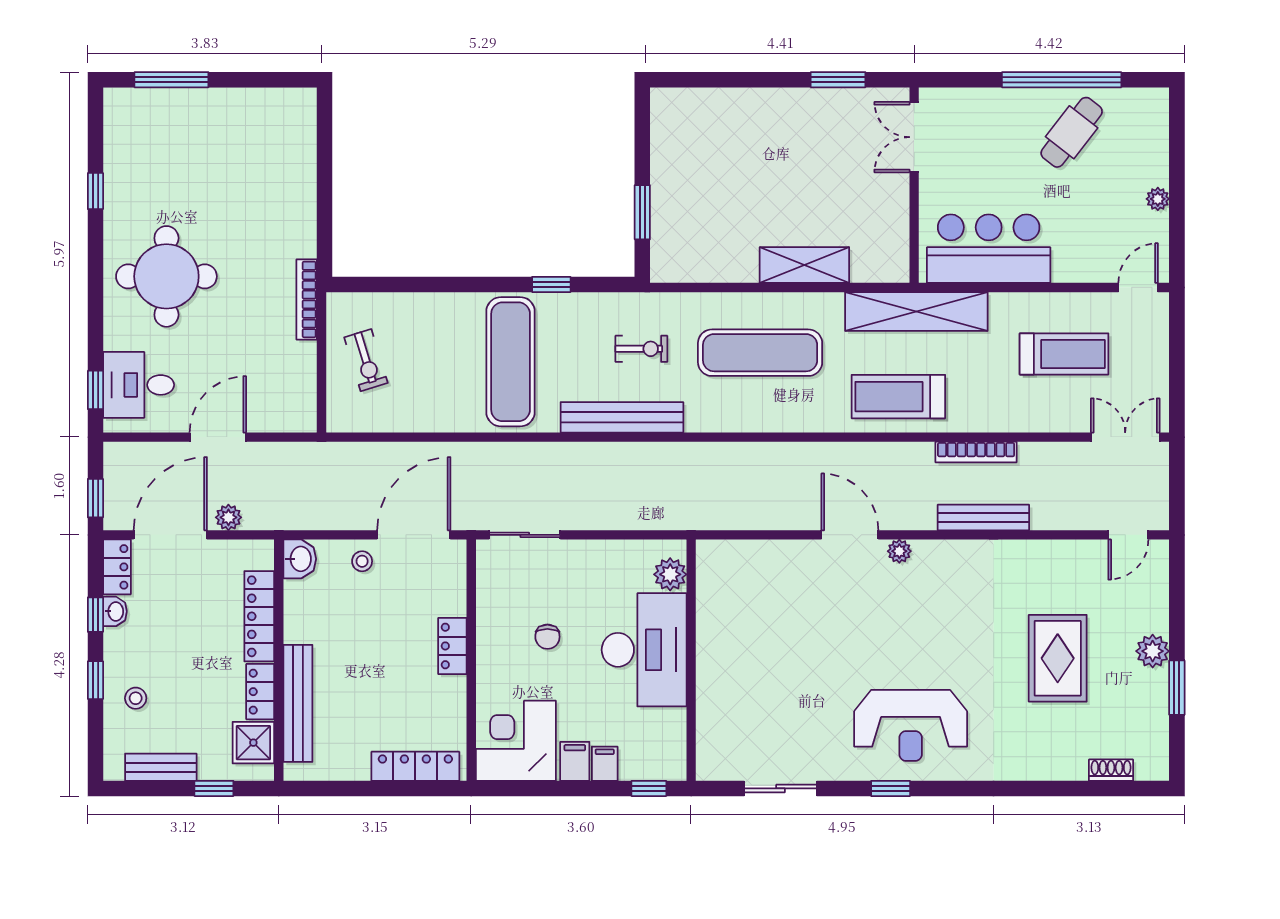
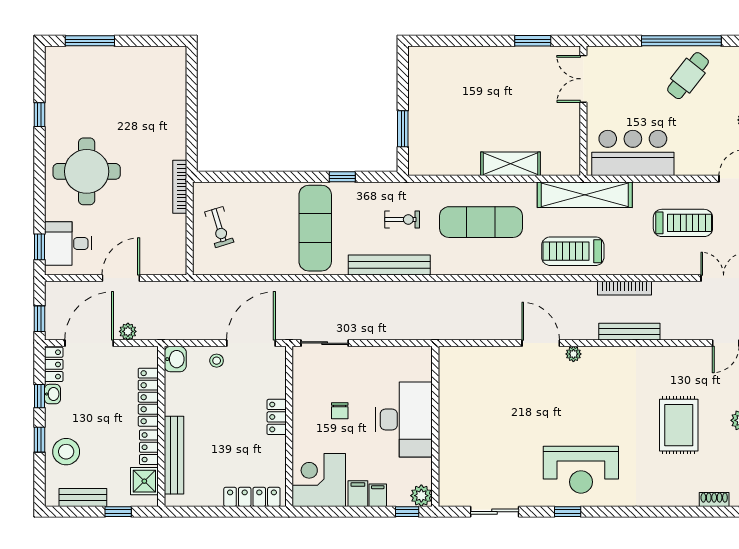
plant: (670, 574) -> (421, 496), moved
stool: (136, 698) -> (66, 452), width x1.89, depth x1.89

